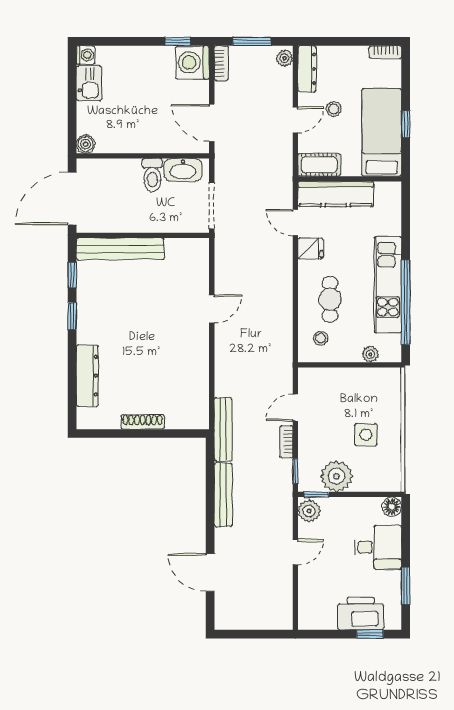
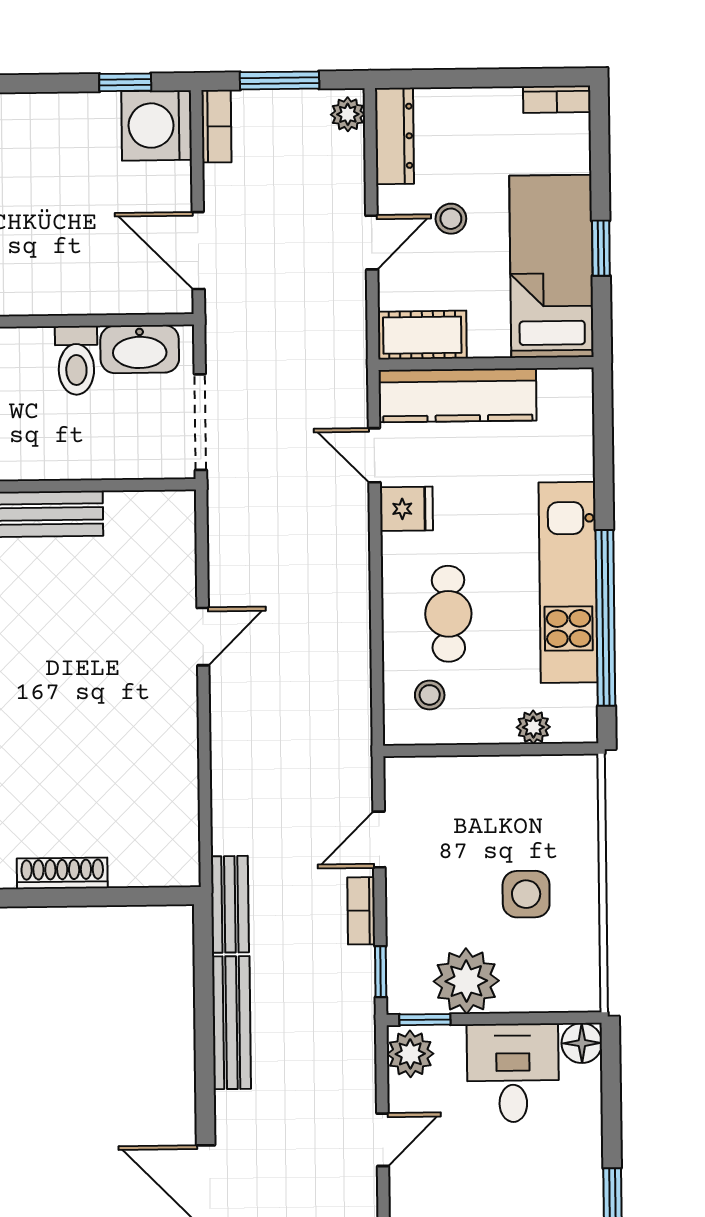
bench: (223, 429) -> (230, 904), width x0.73
desk: (378, 547) -> (513, 1073), moved, turned -90

